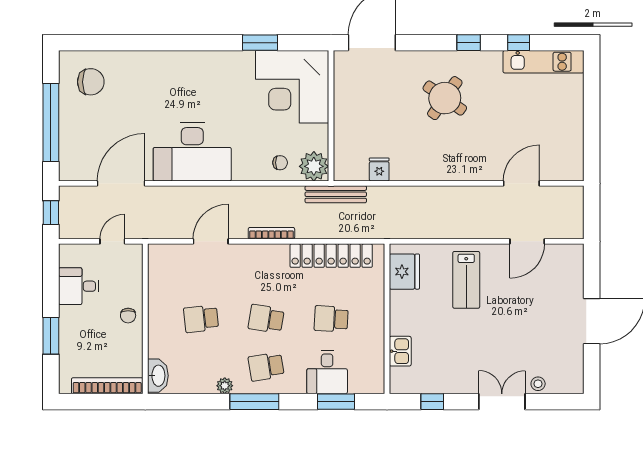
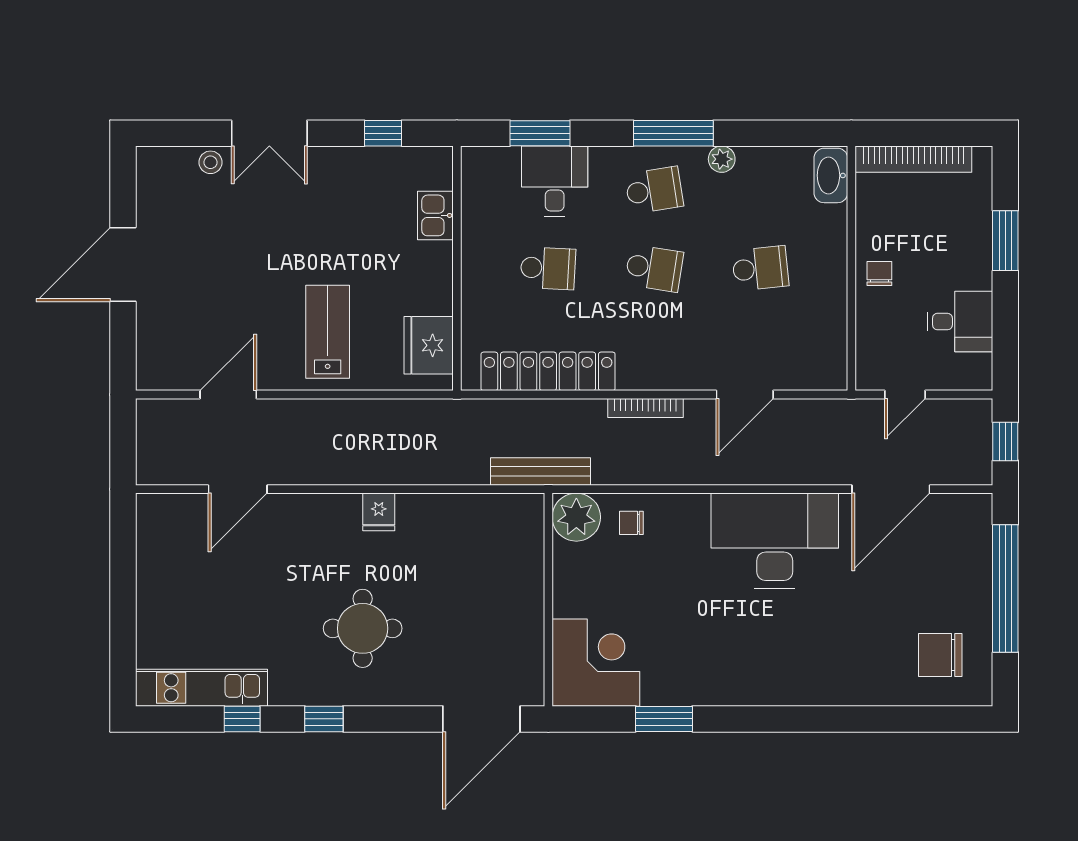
corner desk: (292, 87) -> (596, 663), width x0.74, depth x0.74
round table: (445, 98) -> (363, 628), turned -35
fridge: (379, 169) -> (379, 512), moved

